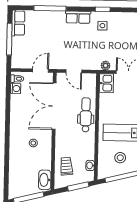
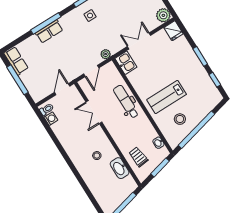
window: (50, 8) -> (46, 23), moved
row of seats: (78, 17) -> (49, 31), moved
plant: (106, 66) -> (106, 54), moved
door: (74, 71) -> (91, 71), hinge flipped
double door: (54, 106) -> (94, 112), width x0.54
washbasin: (45, 180) -> (120, 168), moved

